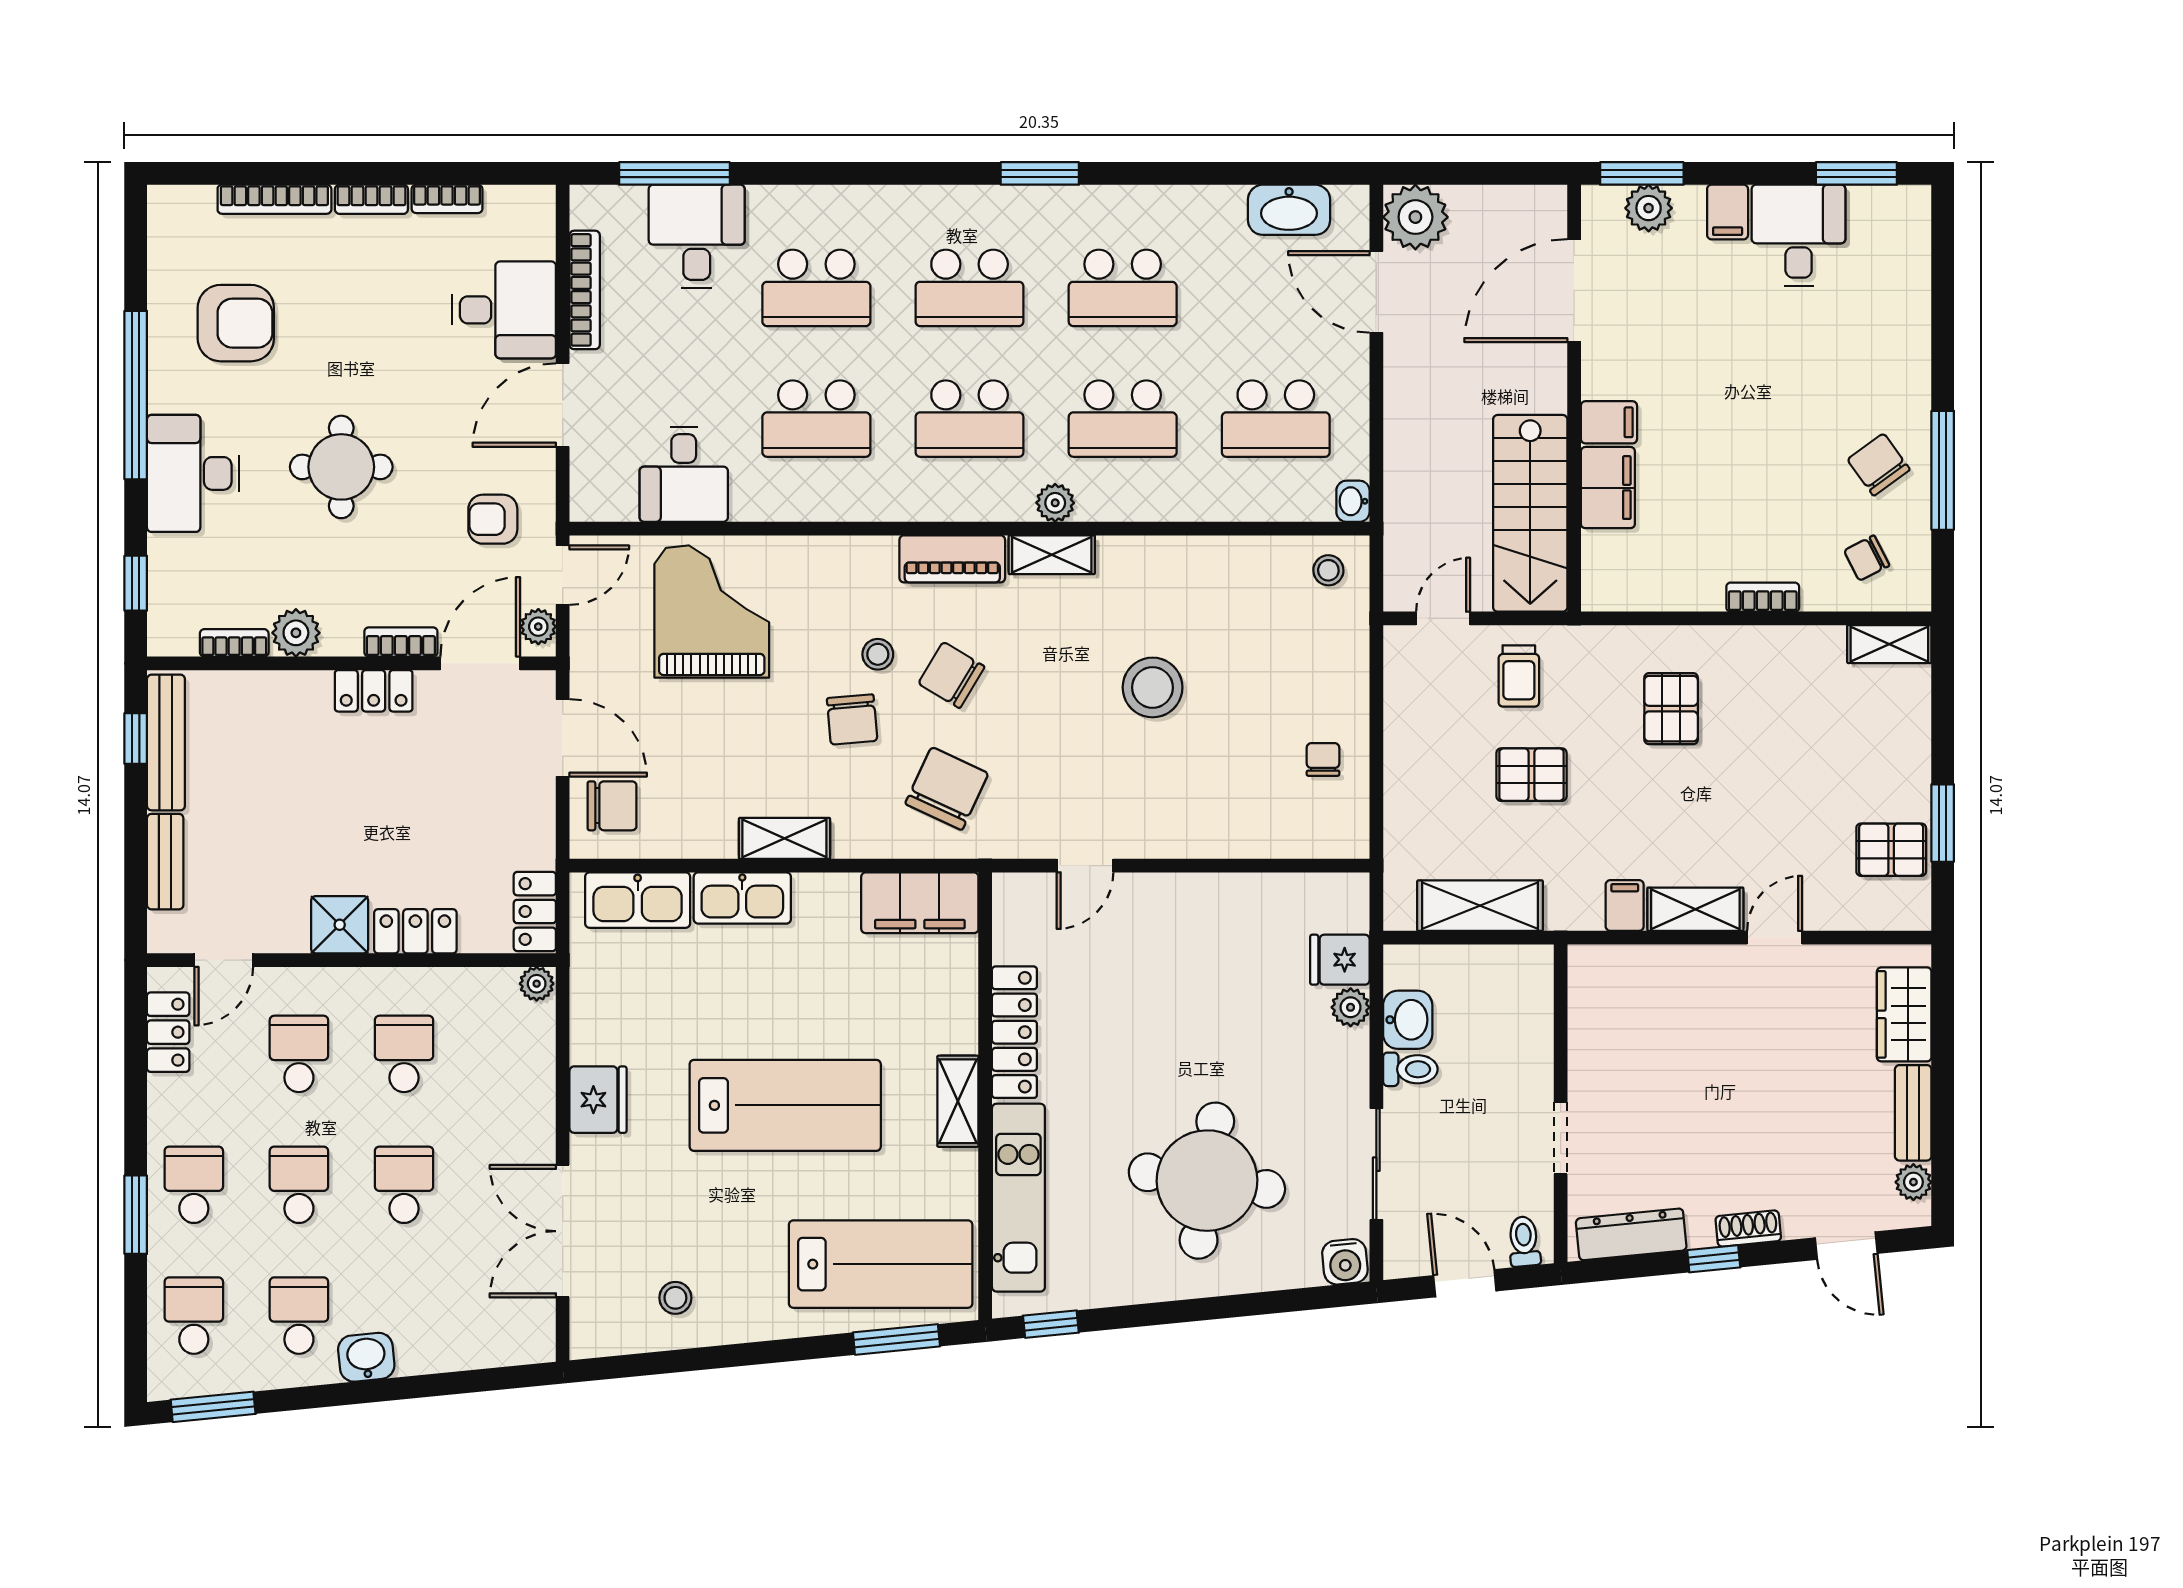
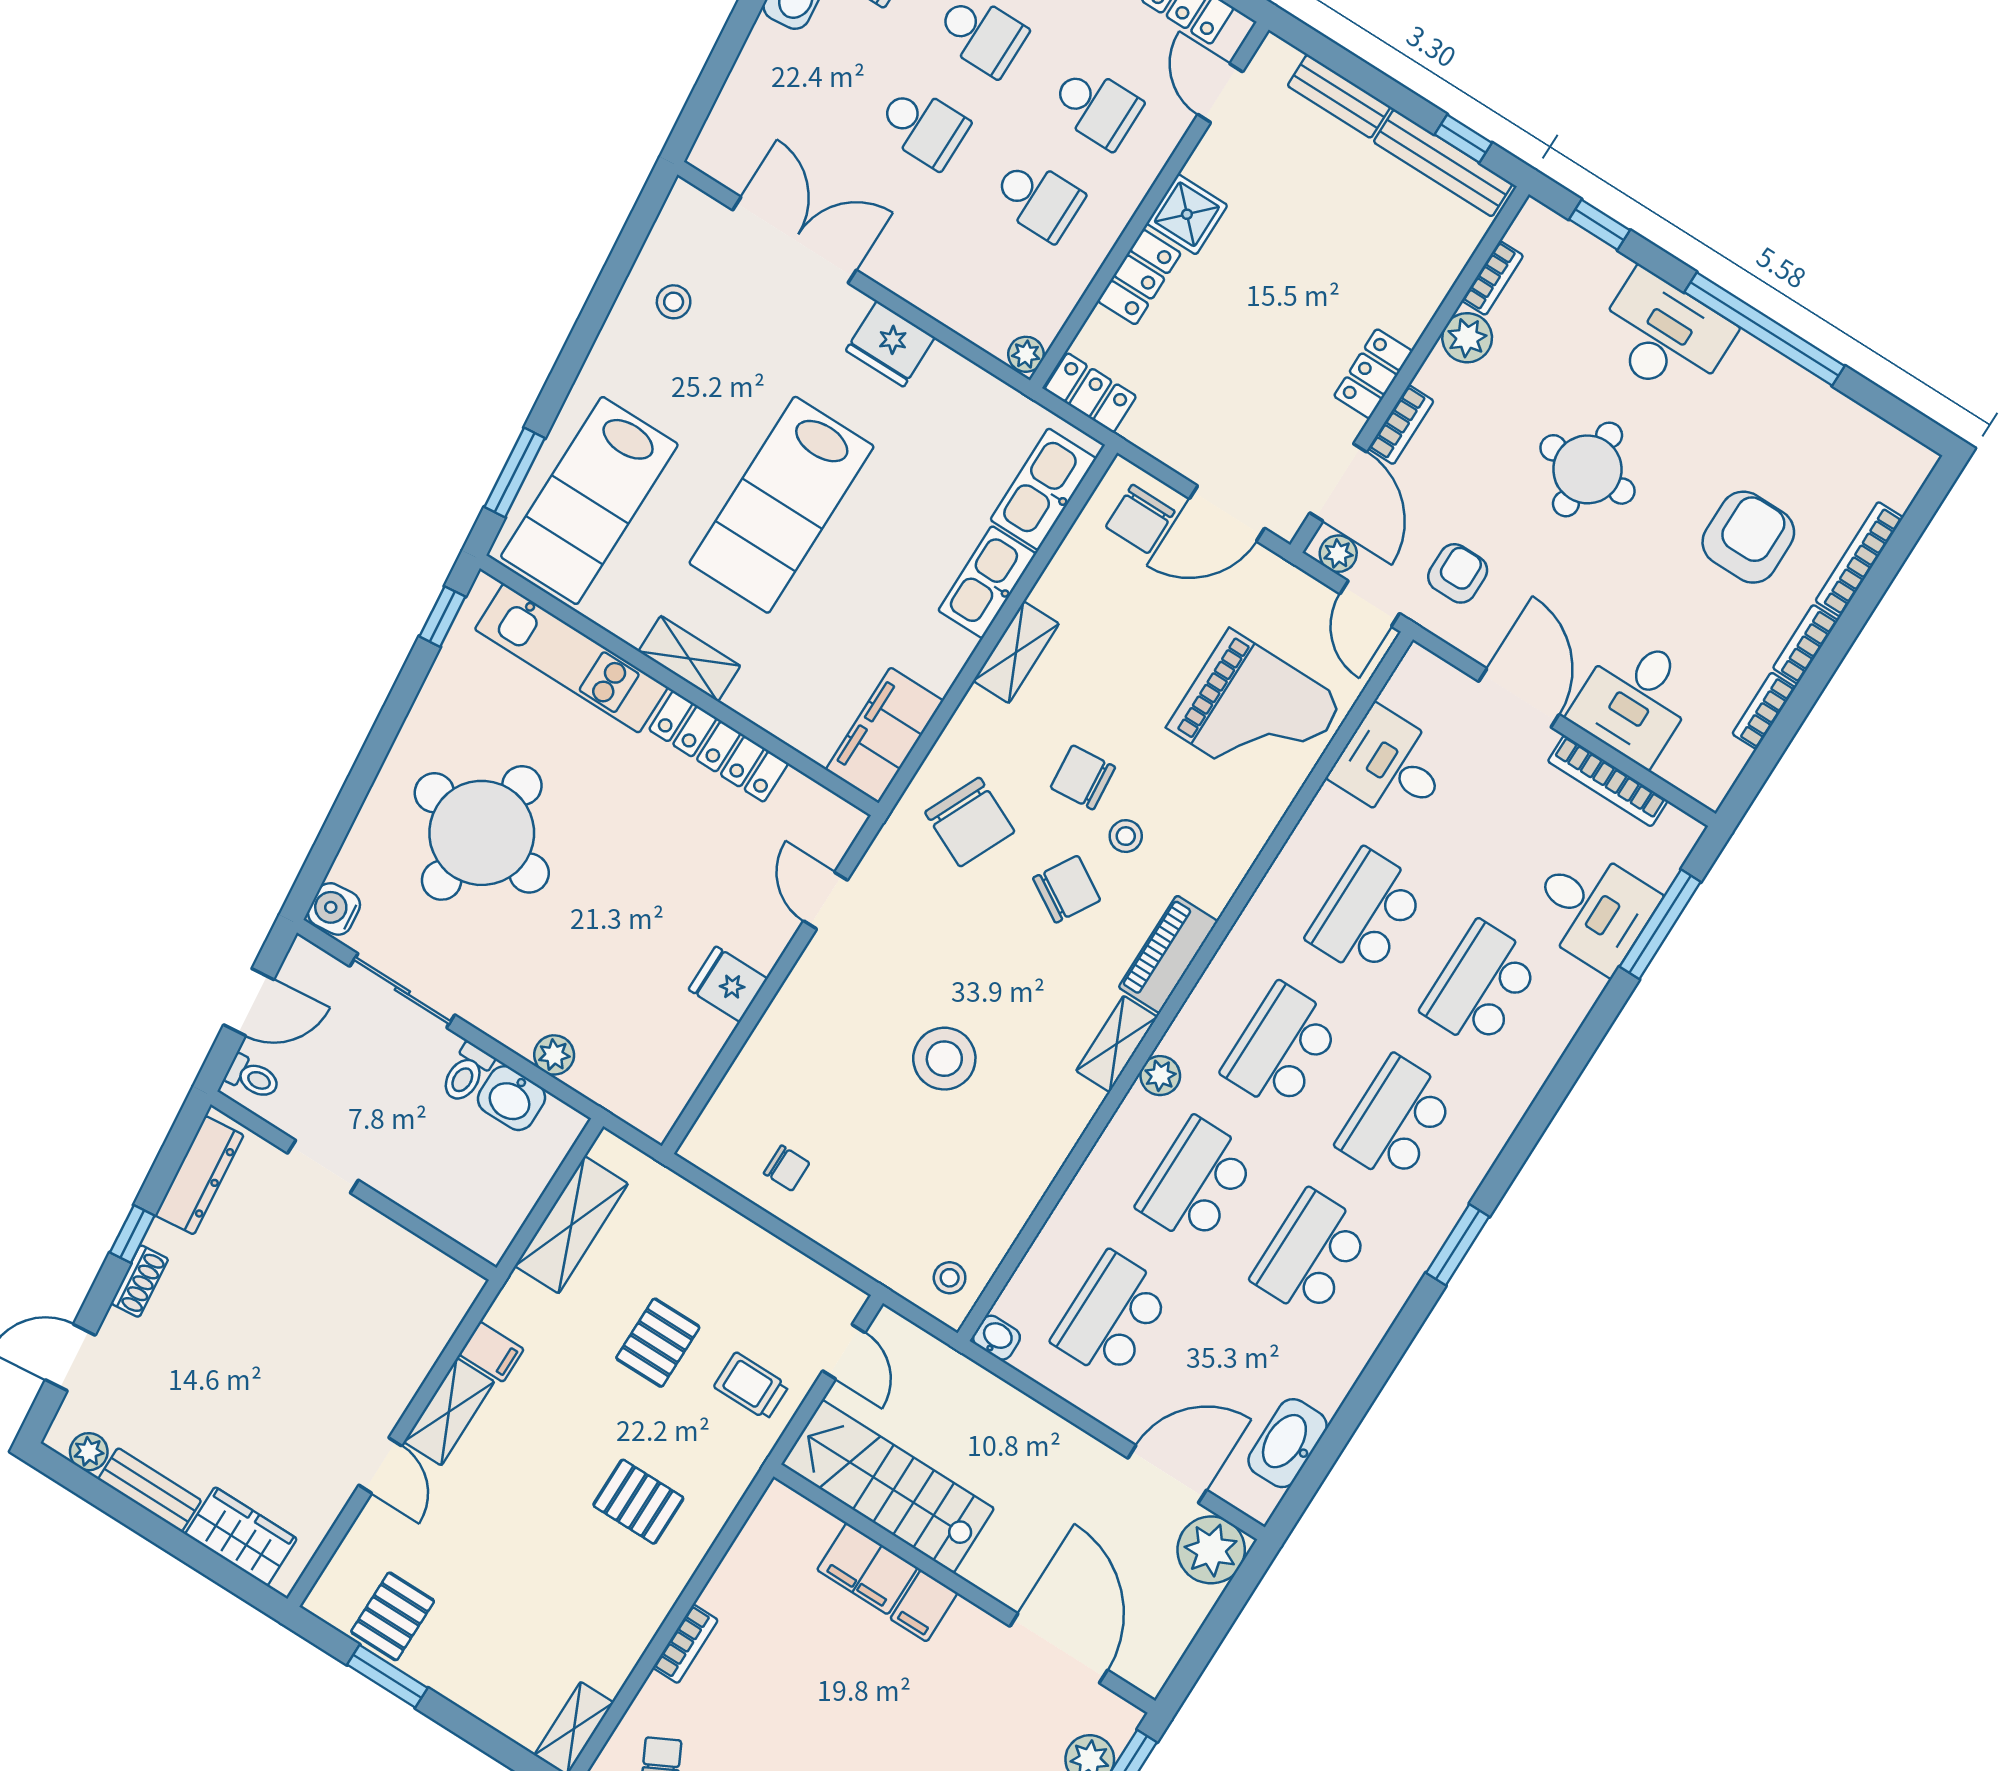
armchair: (236, 323) -> (1748, 537), moved, turned 180
fridge: (1340, 960) -> (728, 984), moved, turned -90

